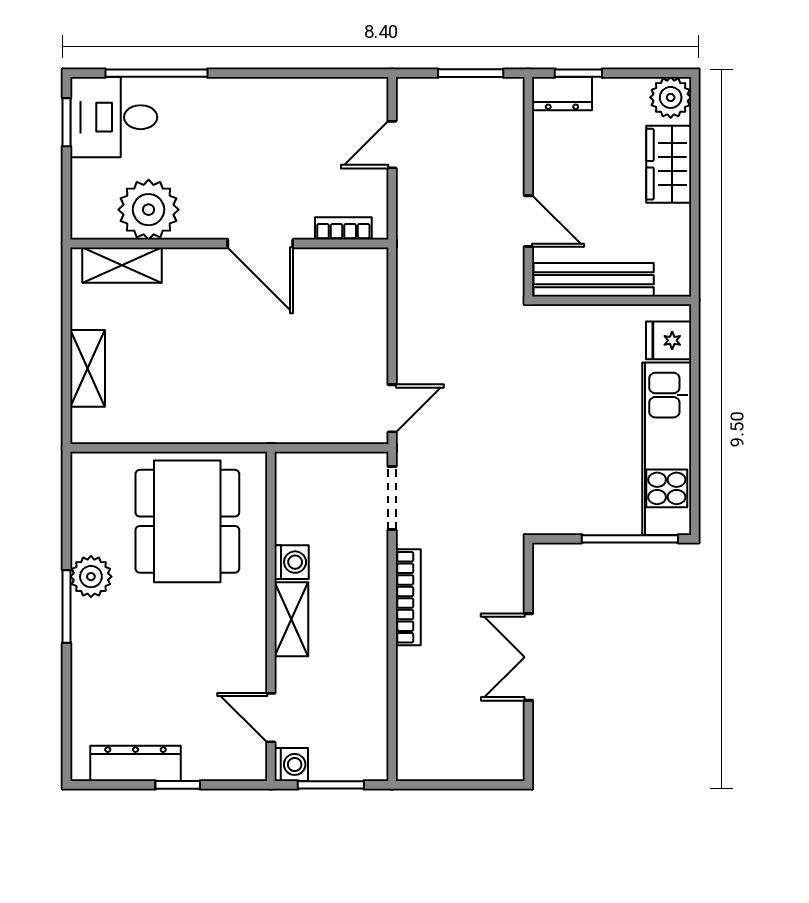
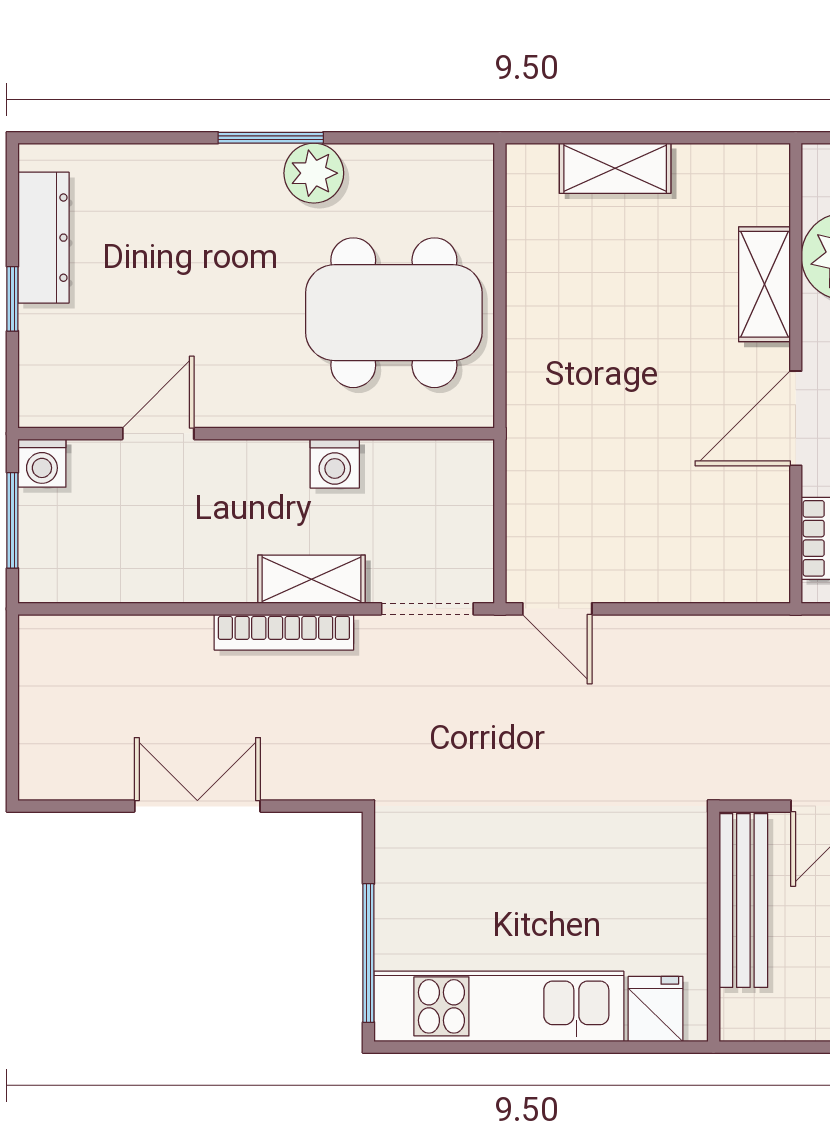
shelving: (122, 265) -> (764, 284), moved
shelving: (291, 619) -> (312, 579), moved
door: (271, 718) -> (158, 434), moved

